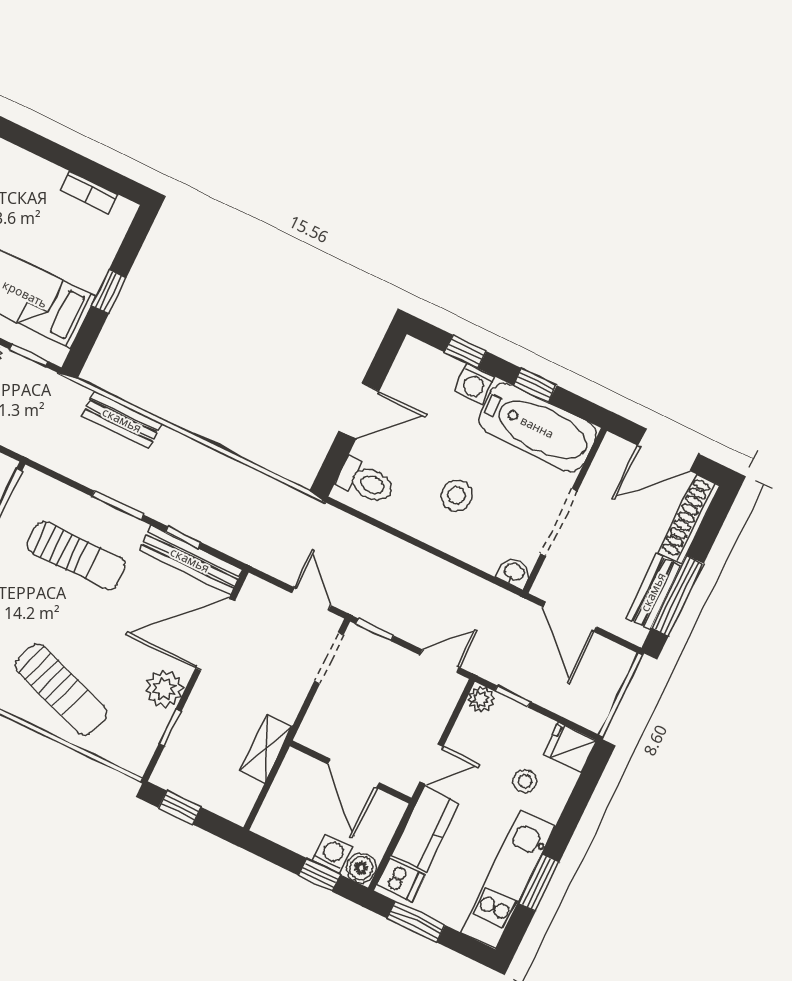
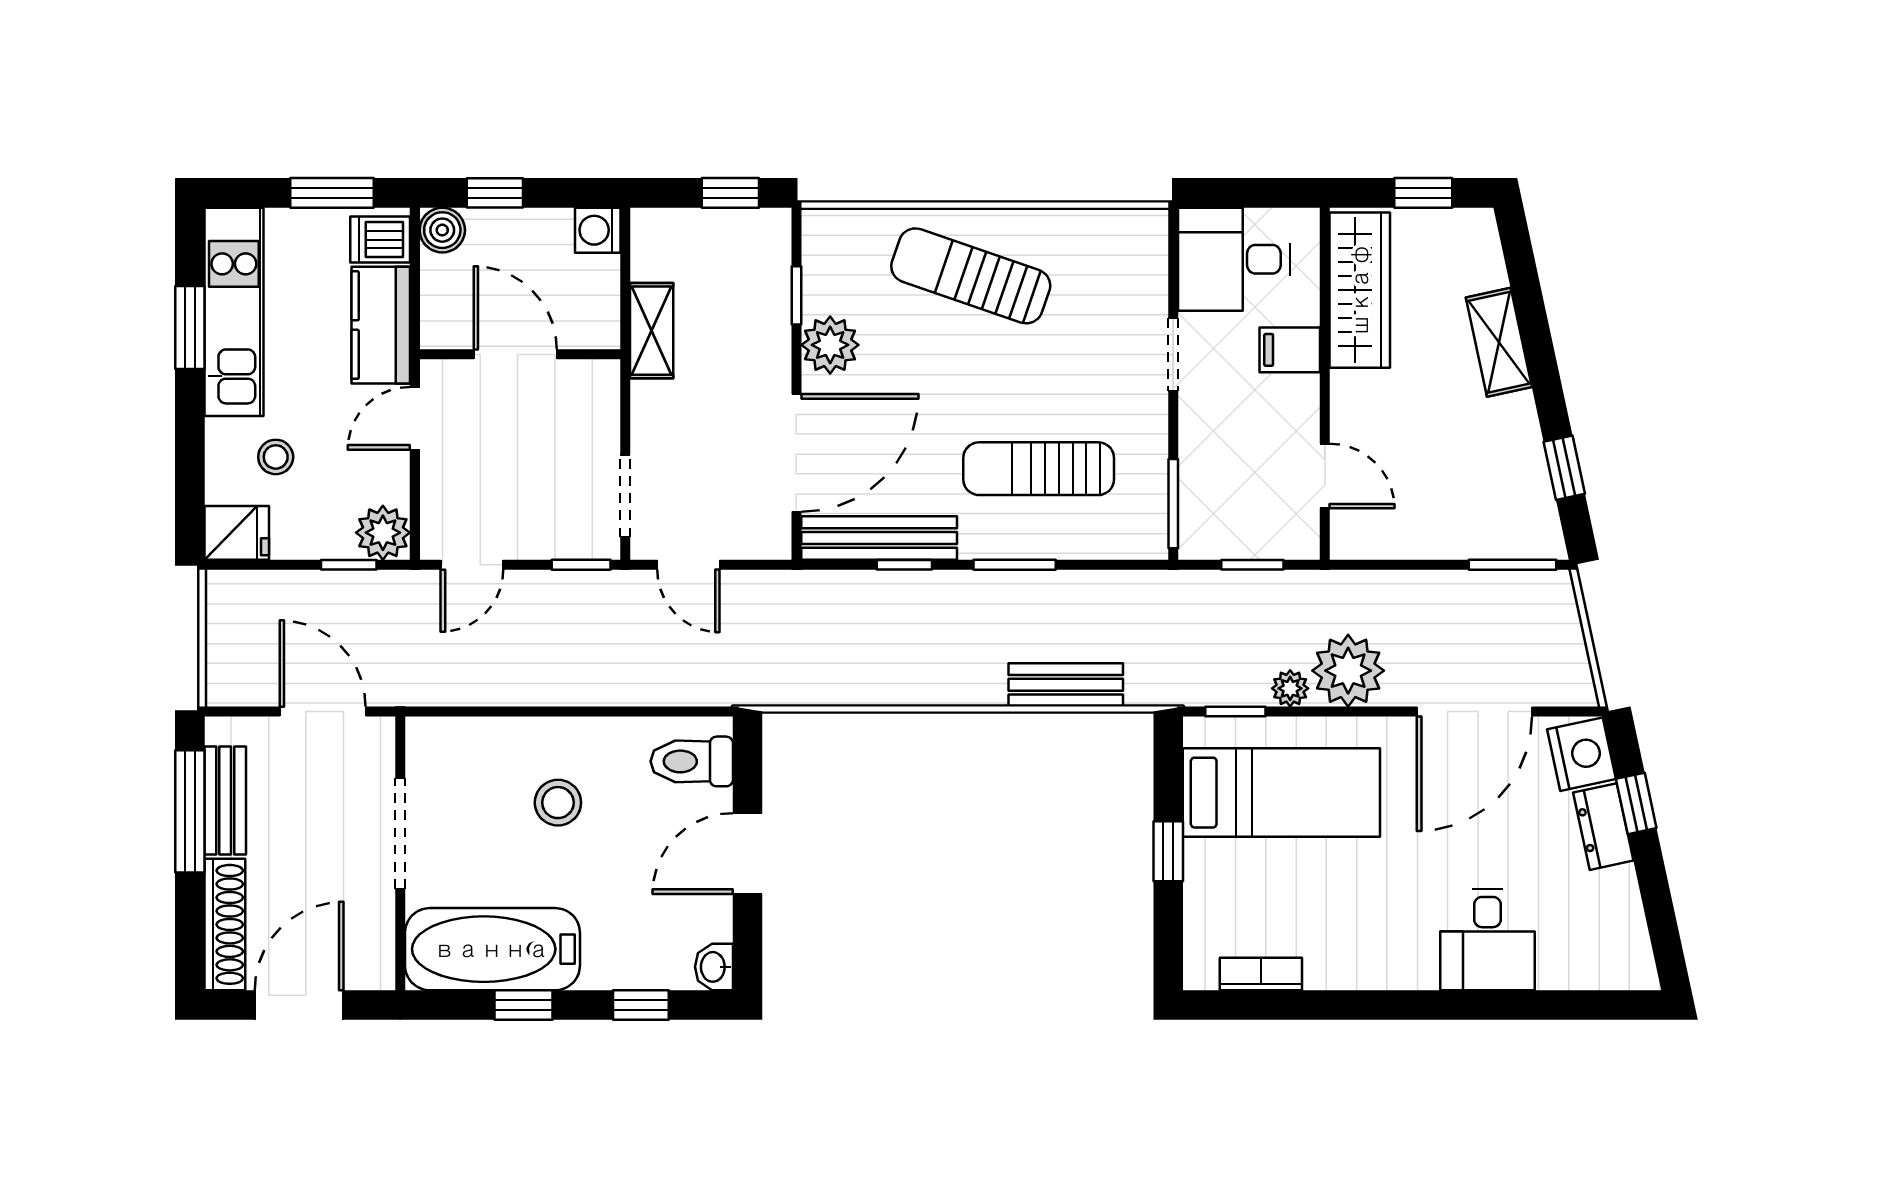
washing machine: (475, 384) -> (607, 967), removed
washbasin: (514, 572) -> (714, 967), moved, turned 90
plant: (481, 699) -> (383, 533), width x1.38, depth x1.38
washing machine: (332, 854) -> (598, 230), moved, turned 90

